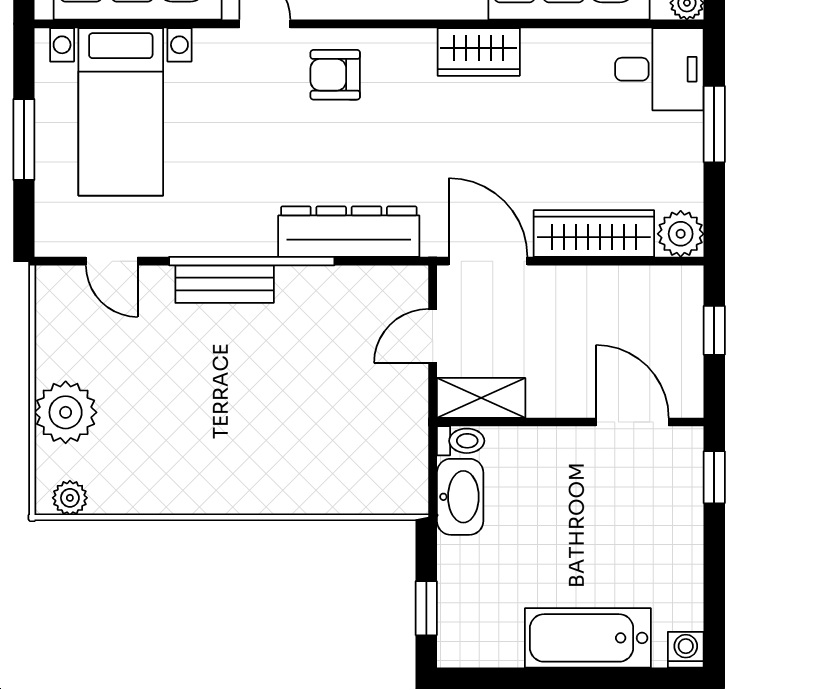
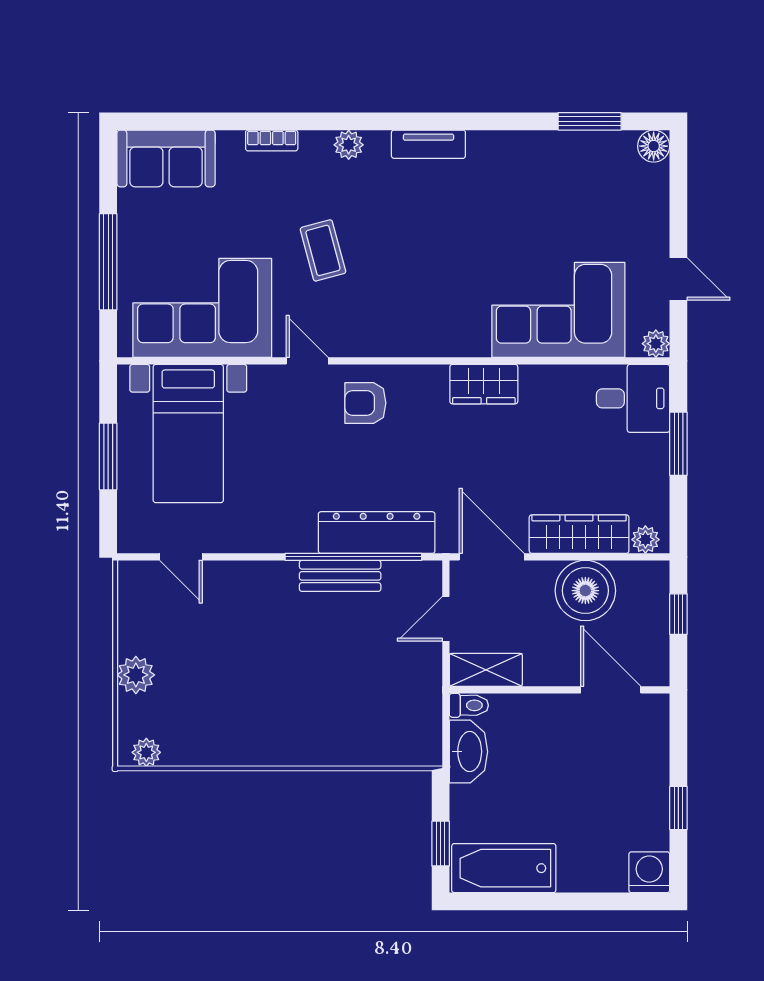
plant: (681, 234) -> (645, 540), width x0.73, depth x0.73
window: (252, 261) -> (353, 557), moved
bench: (225, 284) -> (340, 576), moved
boiler: (602, 302) -> (585, 591), added
plant: (66, 412) -> (136, 675), width x0.73, depth x0.73
window: (714, 477) -> (678, 808), moved
bathtub: (588, 638) -> (504, 868), moved
washing machine: (686, 650) -> (649, 872), width x1.38, depth x1.38

